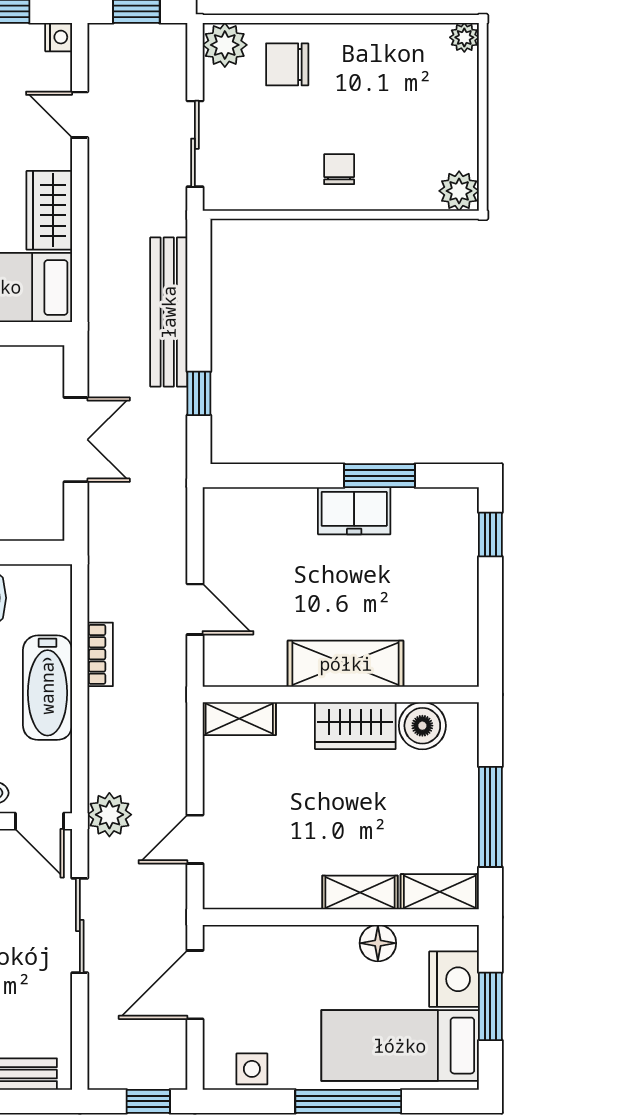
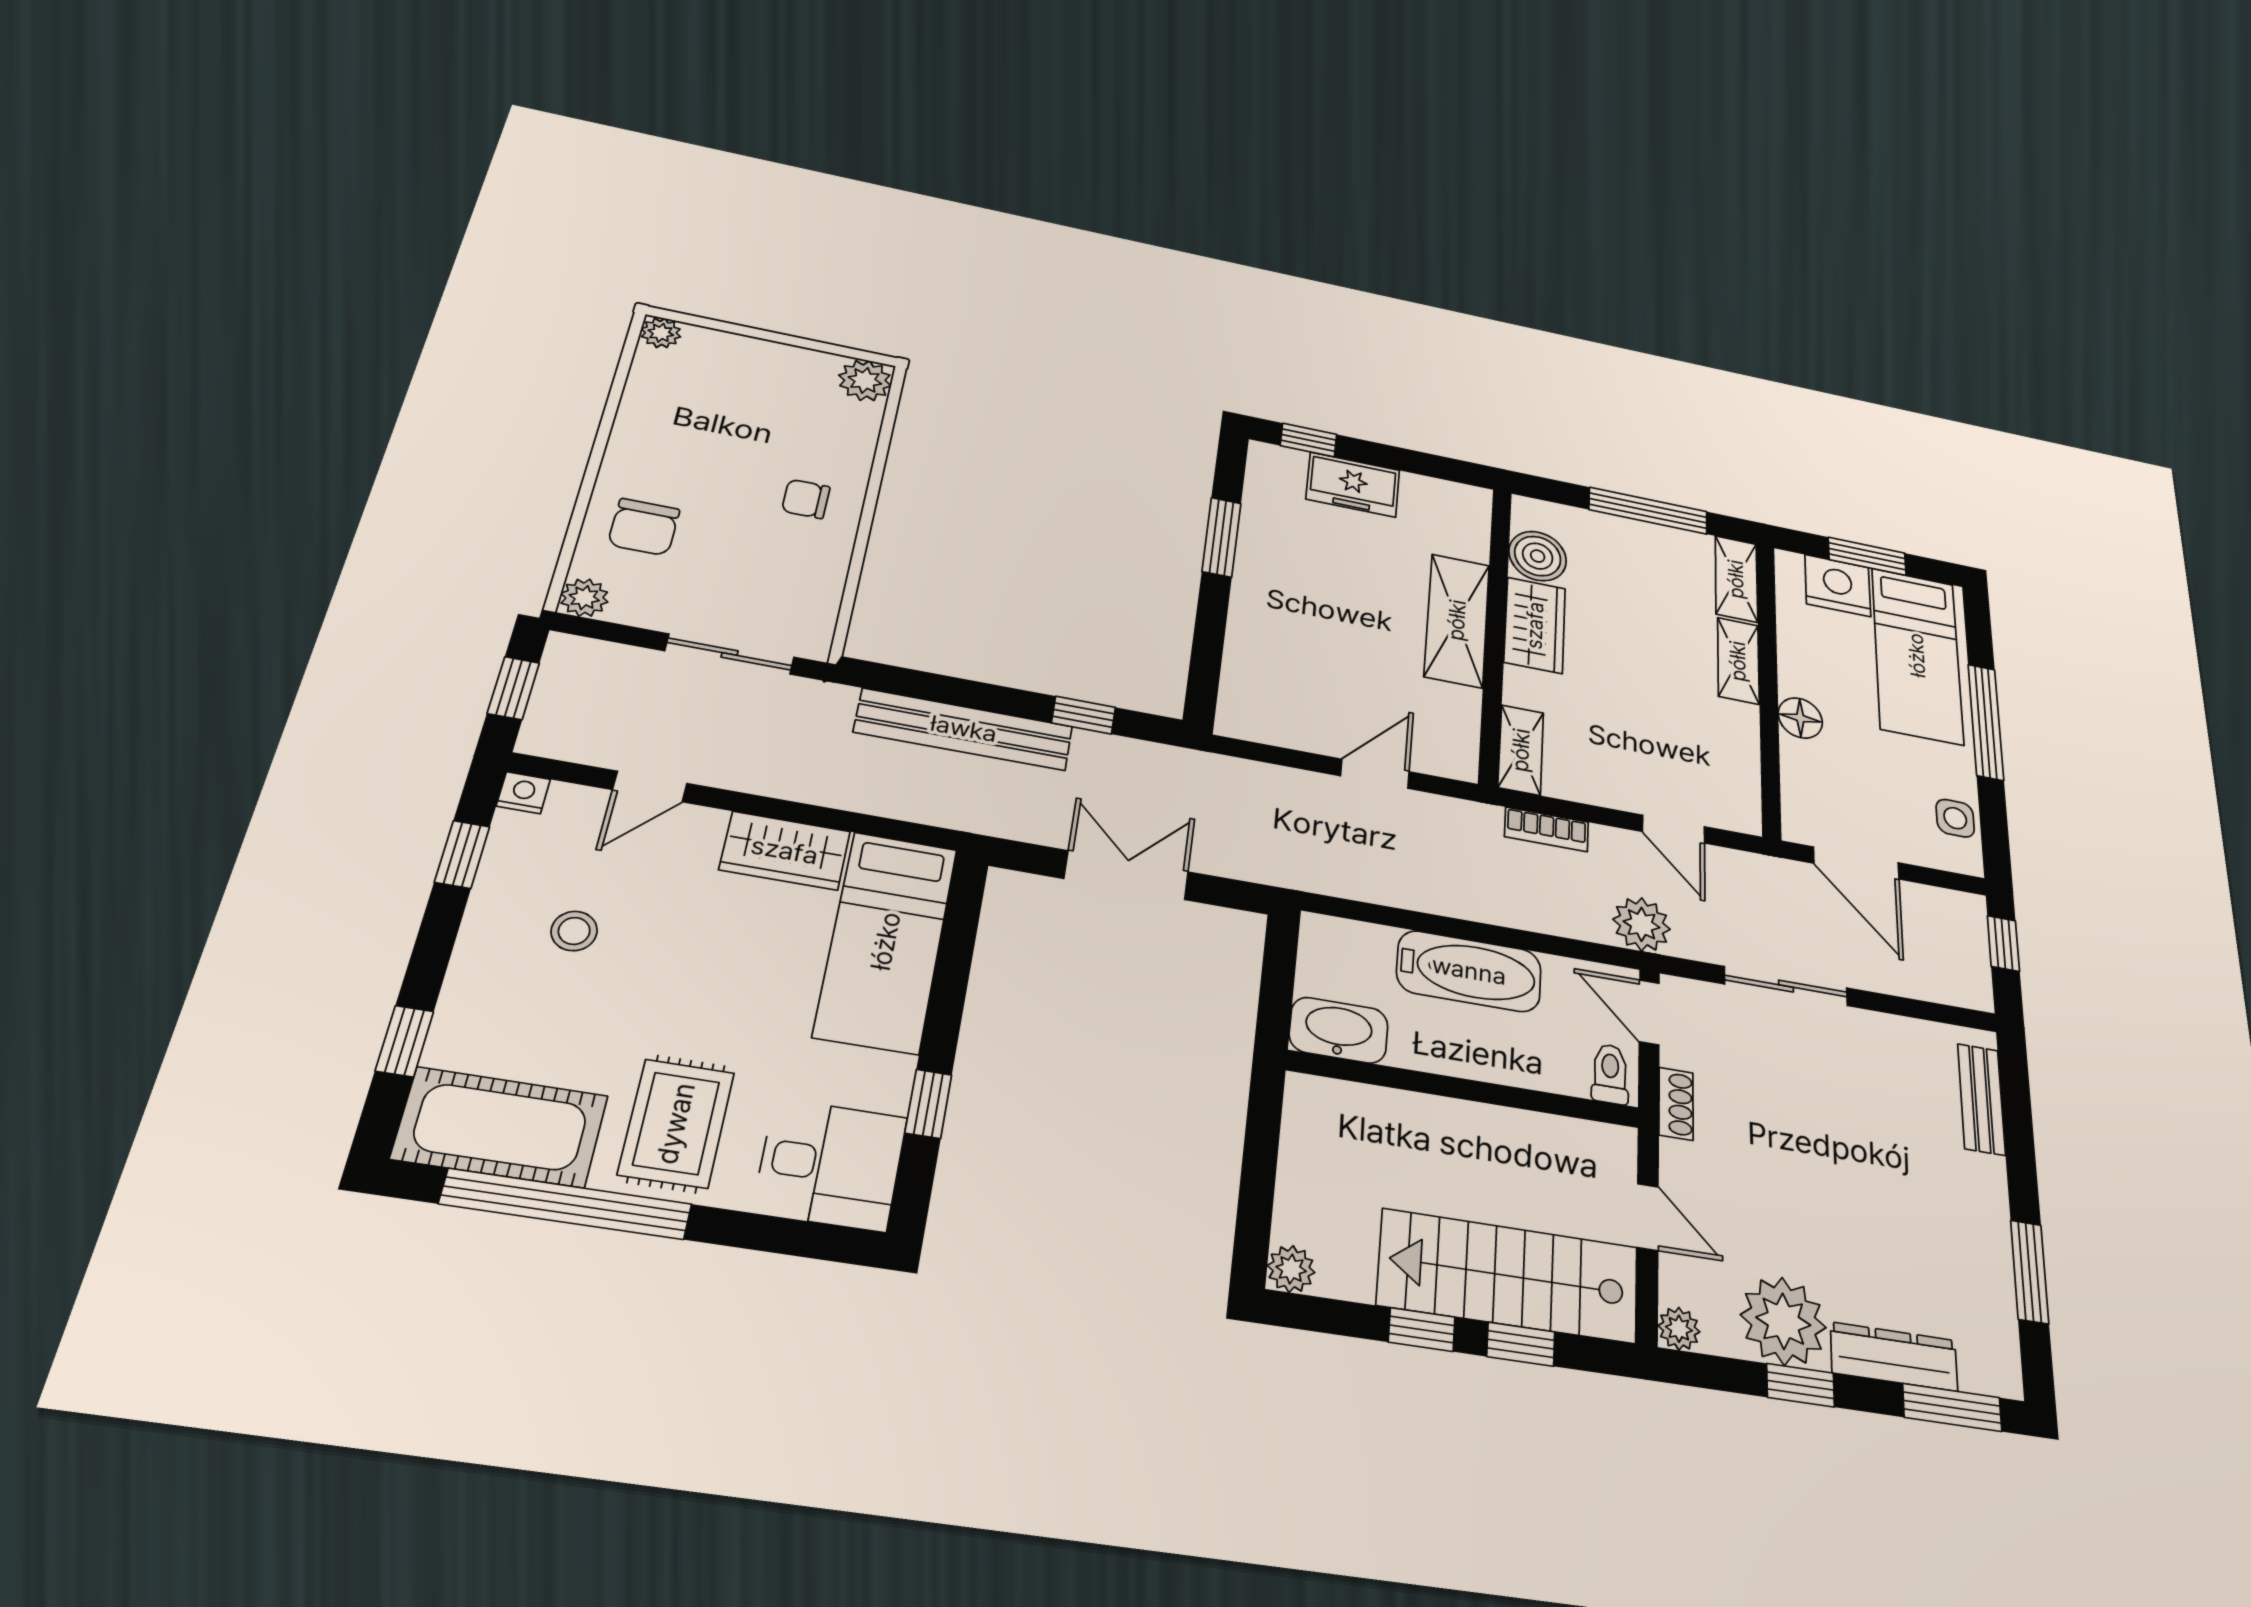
plant: (225, 45) -> (584, 598), width x0.73, depth x0.73
freezer: (354, 511) -> (1353, 485), moved, turned 90
bookcase: (100, 654) -> (1547, 829), moved, turned 180
door: (40, 821) -> (1649, 1012), swing flipped
floor lamp: (378, 943) -> (1800, 718), moved

